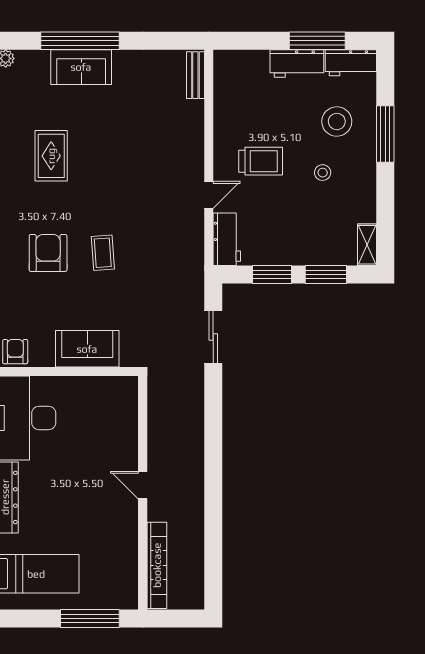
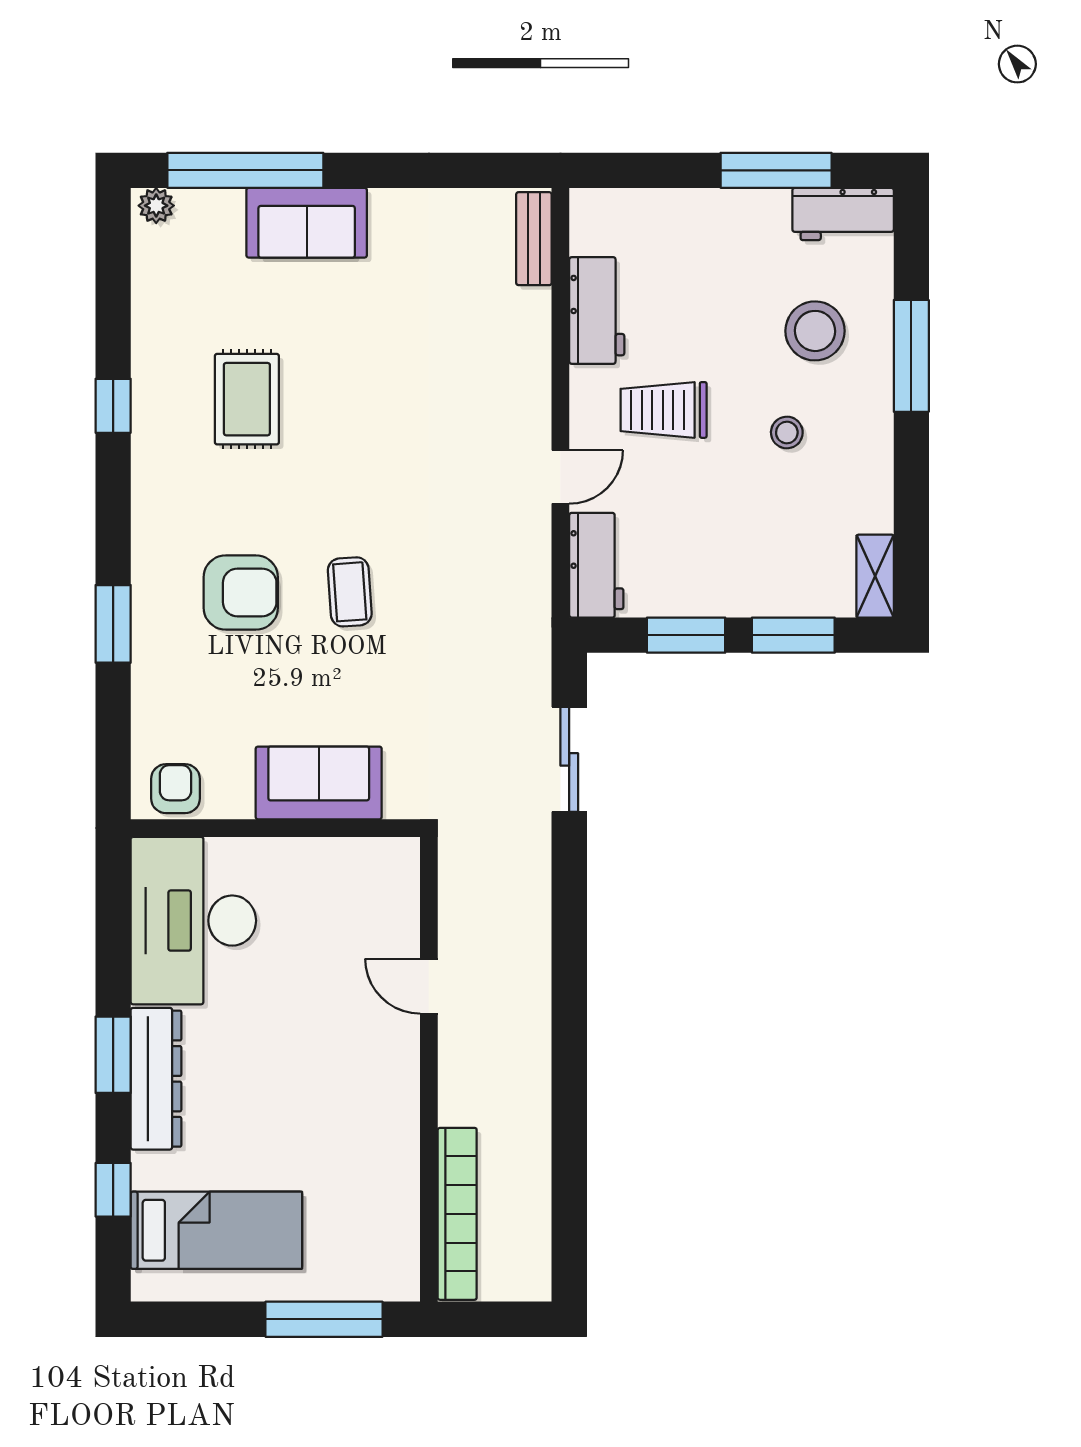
window: (80, 41) -> (245, 170), moved
workbench: (297, 63) -> (597, 310), moved, turned -90
trolley: (261, 161) -> (664, 410), turned 180
armchair: (48, 253) -> (241, 592), turned 90
door: (143, 485) -> (429, 986), moved

